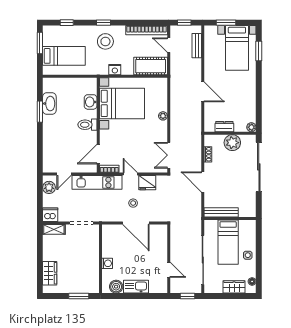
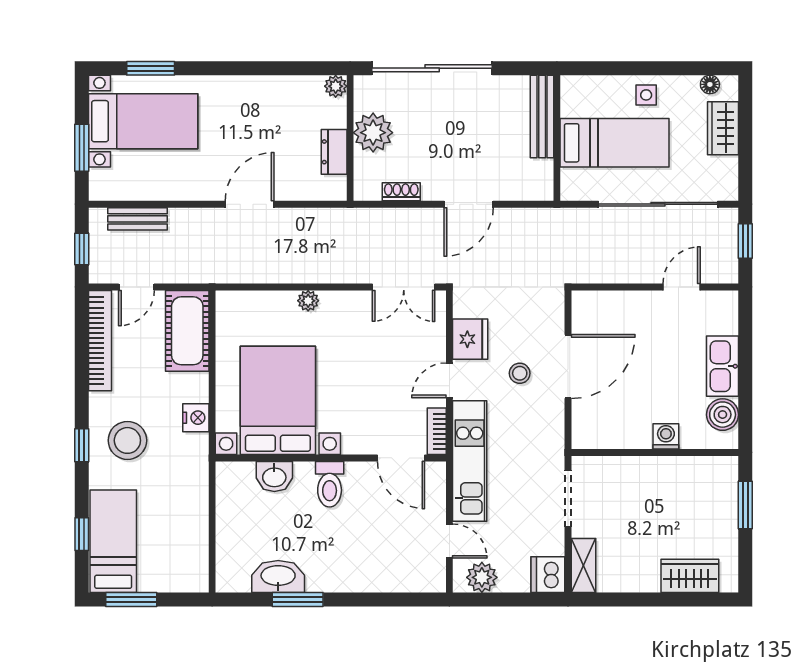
bed: (64, 56) -> (113, 541), moved
bench: (221, 212) -> (542, 116), moved

